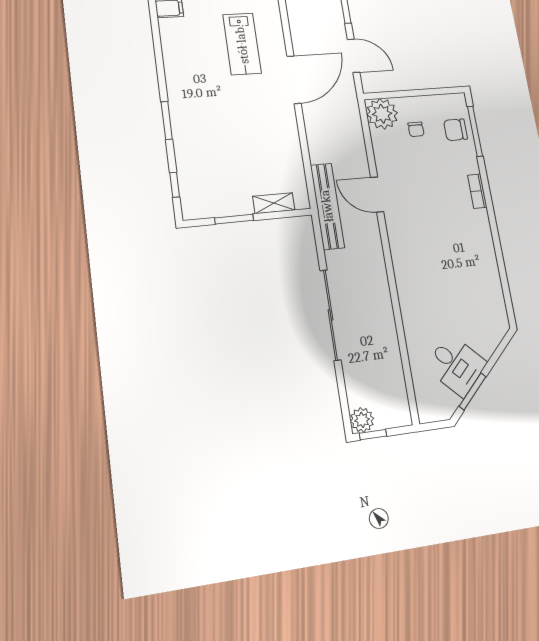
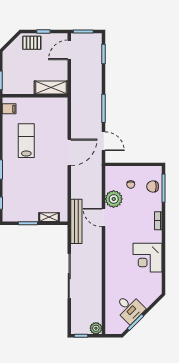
lab bench: (242, 44) -> (26, 141), moved, turned 180
plant: (382, 114) -> (114, 199), moved
corner desk: (471, 262) -> (147, 258), added
plant: (362, 420) -> (96, 328), moved

